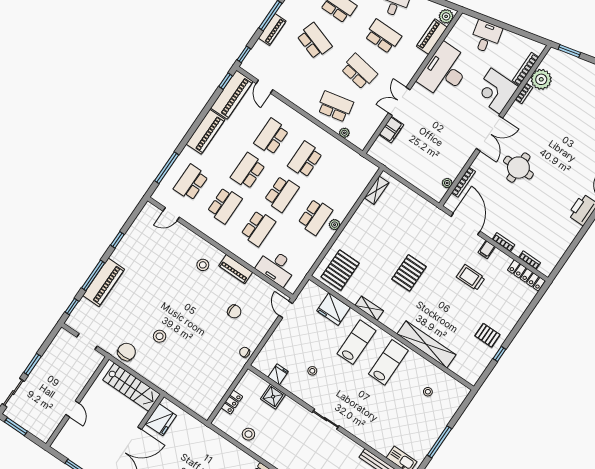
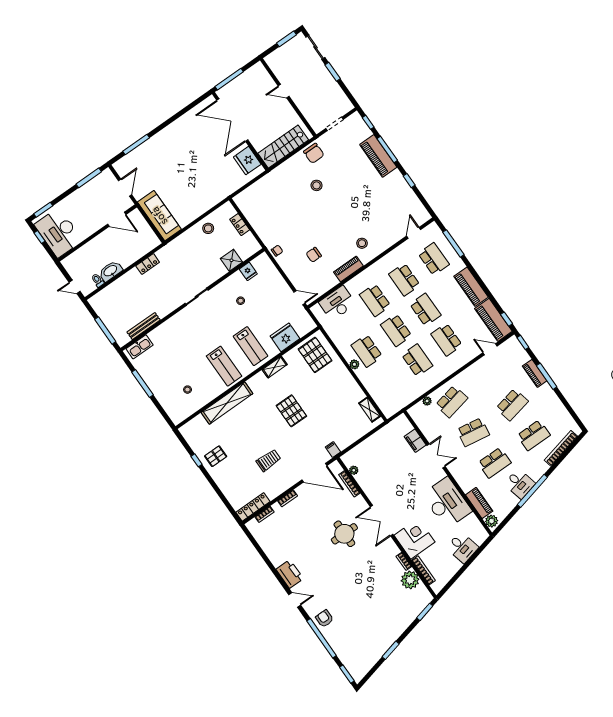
school desk: (314, 41) -> (512, 405), turned -30
school desk: (271, 137) -> (446, 340), turned 180
filing cabinet: (487, 250) -> (333, 450), moved

